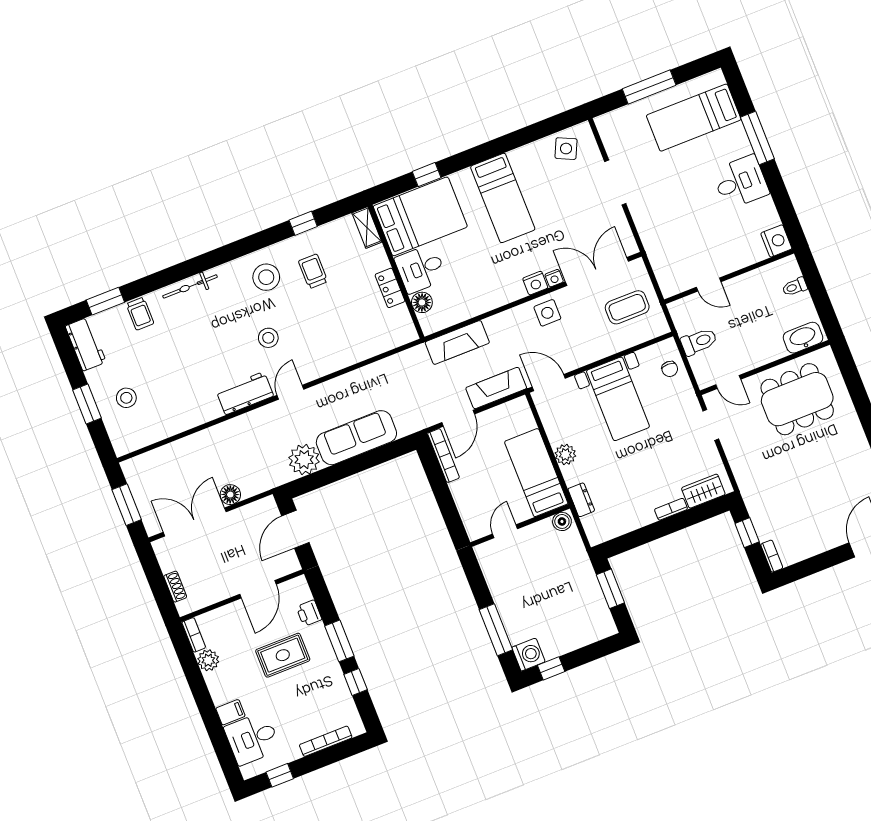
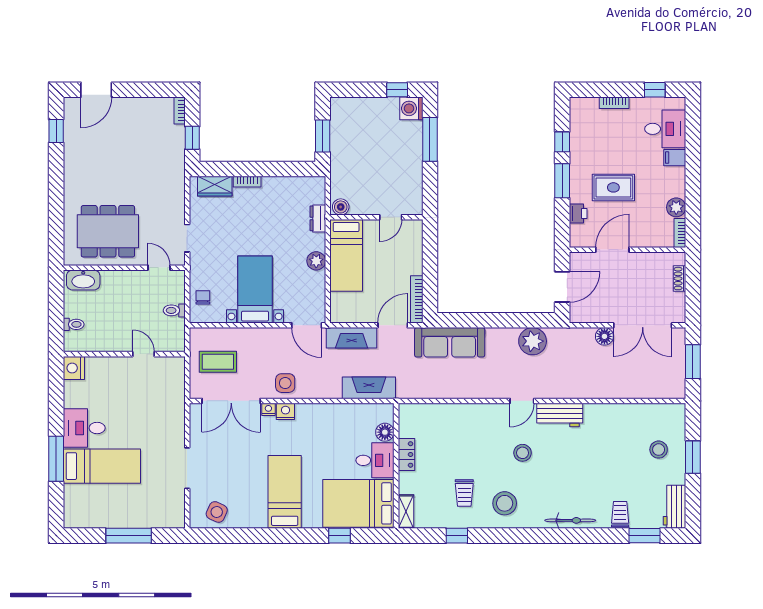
bed: (694, 118) -> (102, 466), moved
toilet: (699, 342) -> (174, 310), width x0.73, depth x0.72
sofa: (356, 438) -> (450, 342), moved
bookcase: (326, 741) -> (614, 103), width x0.64

